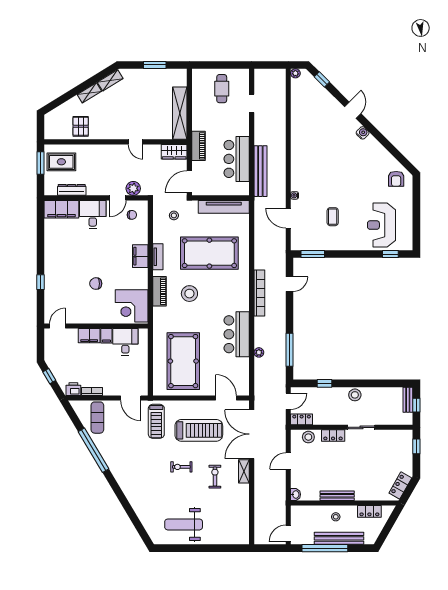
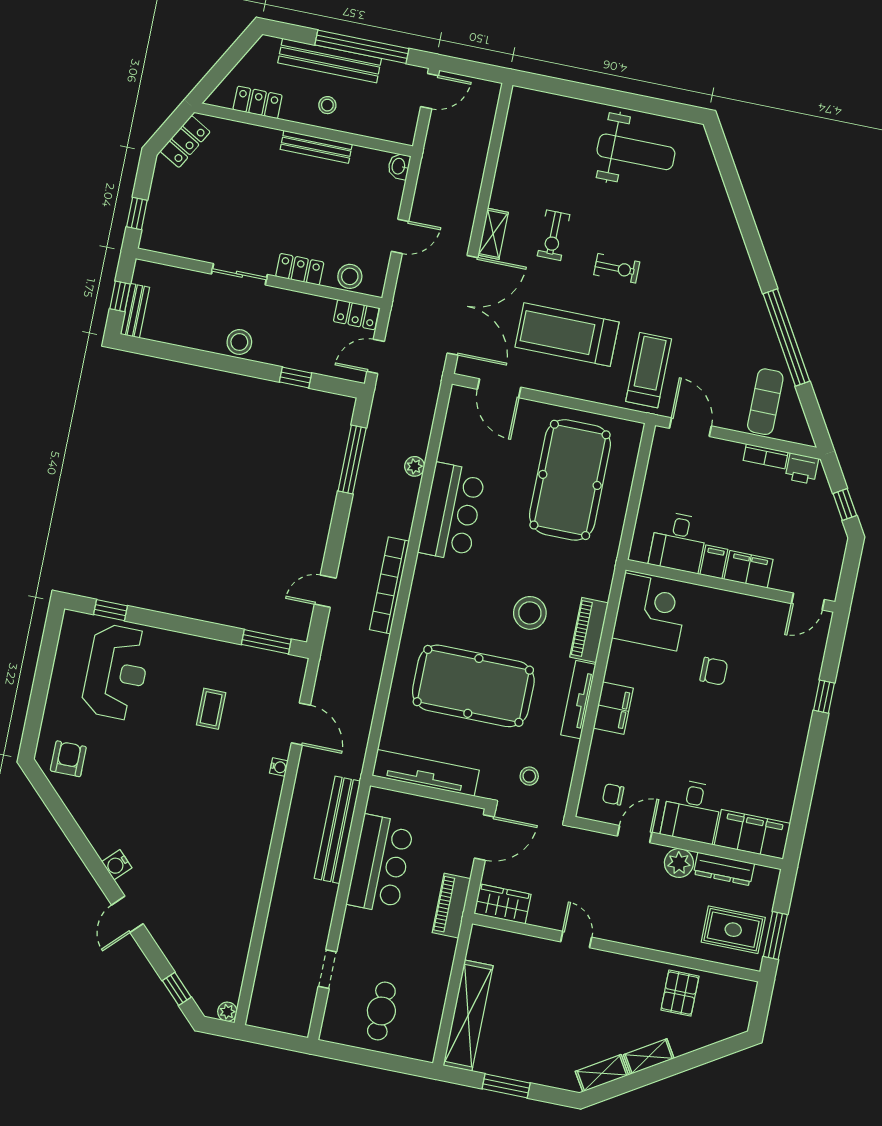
shelving: (180, 113) -> (468, 1016), moved
plant: (133, 188) -> (679, 863), moved
tv unit: (158, 257) -> (578, 700), width x1.41

